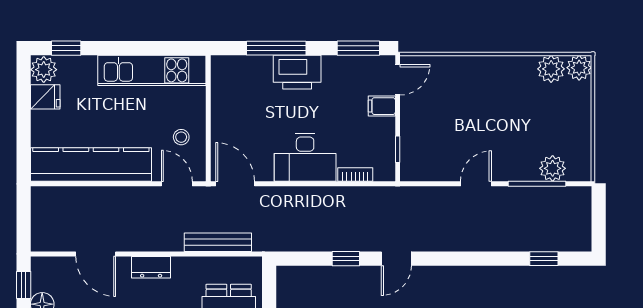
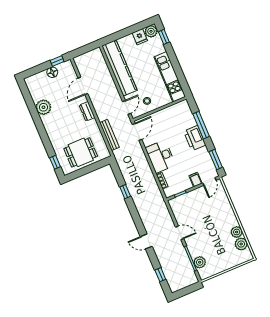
plant: (579, 68) -> (237, 232), moved
door: (398, 80) -> (209, 182), hinge flipped
door: (396, 259) -> (146, 241), moved

